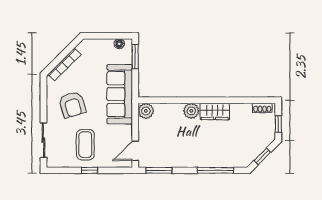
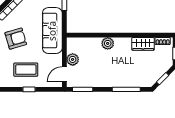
armchair: (72, 105) -> (16, 39), turned -90
plant: (146, 111) -> (73, 59), moved
wardrobe: (215, 111) -> (143, 44), moved
coffee table: (85, 145) -> (26, 70), turned 90

